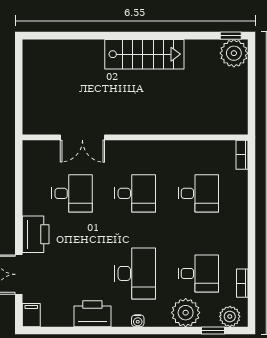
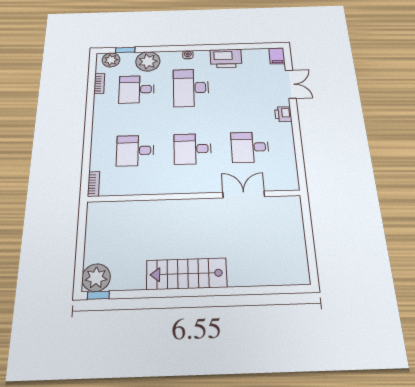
printer: (36, 234) -> (283, 114), width x0.53, depth x0.68

